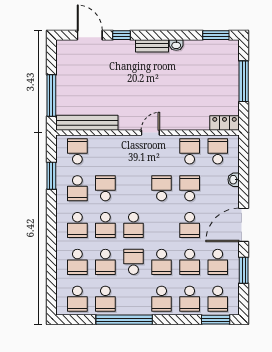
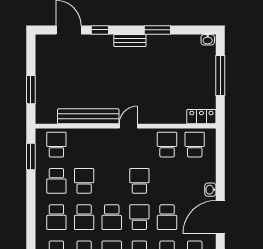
window: (216, 35) -> (157, 30), moved
washbasin: (176, 45) -> (208, 40), moved
window: (51, 96) -> (31, 90), width x0.69
bench: (87, 123) -> (88, 116), moved
window: (51, 176) -> (31, 156), moved
washbasin: (234, 180) -> (210, 190), moved
school desk: (190, 188) -> (139, 217), moved

